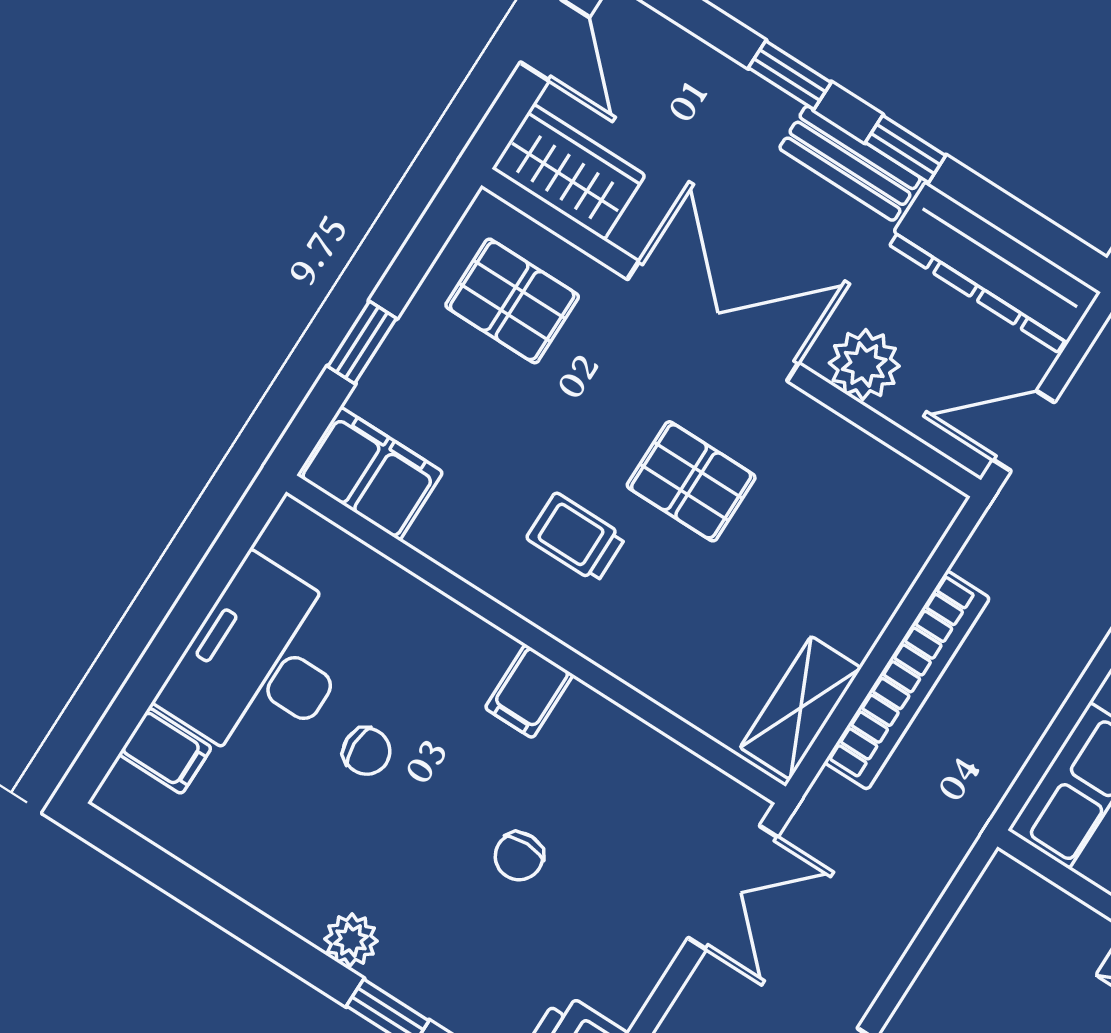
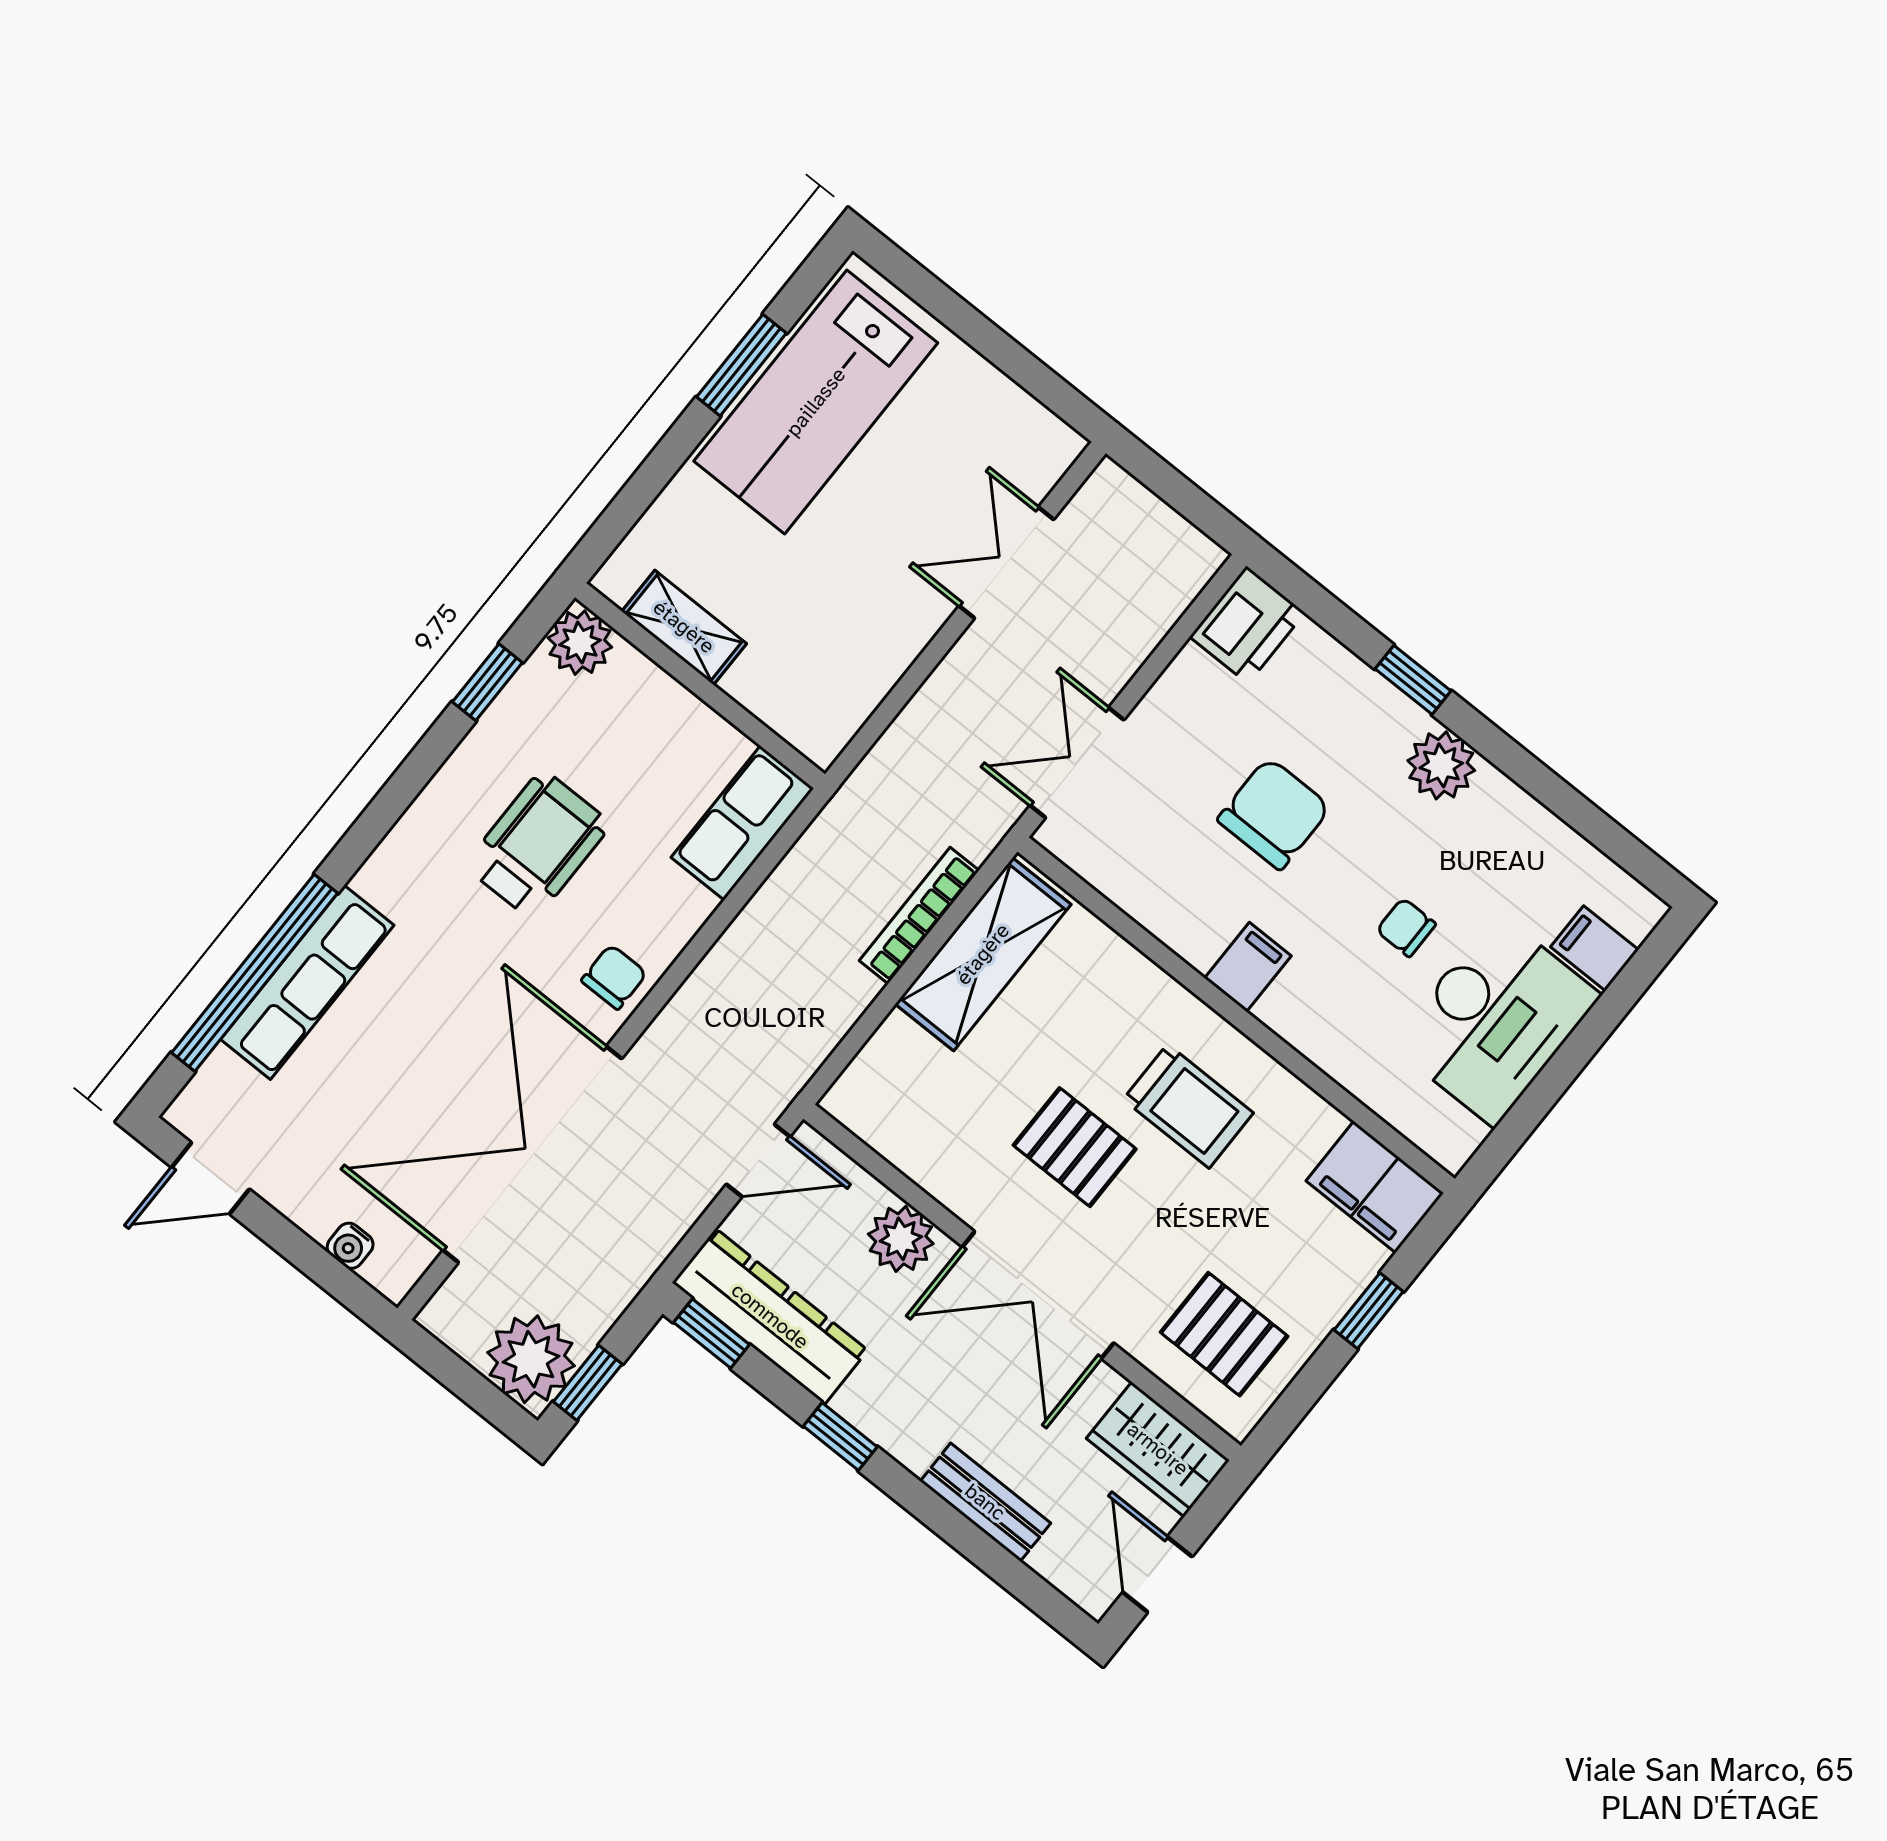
window: (790, 75) -> (712, 1333), moved
bench: (850, 163) -> (985, 1502), moved
trolley: (576, 538) -> (1188, 1106), width x1.36, depth x1.39
bookcase: (907, 680) -> (919, 915), width x0.68, depth x0.76
shelving: (801, 708) -> (983, 954), width x1.50, depth x1.33
chair: (519, 856) -> (1274, 814), width x1.87, depth x1.87
plant: (351, 940) -> (1441, 765), width x1.38, depth x1.38

